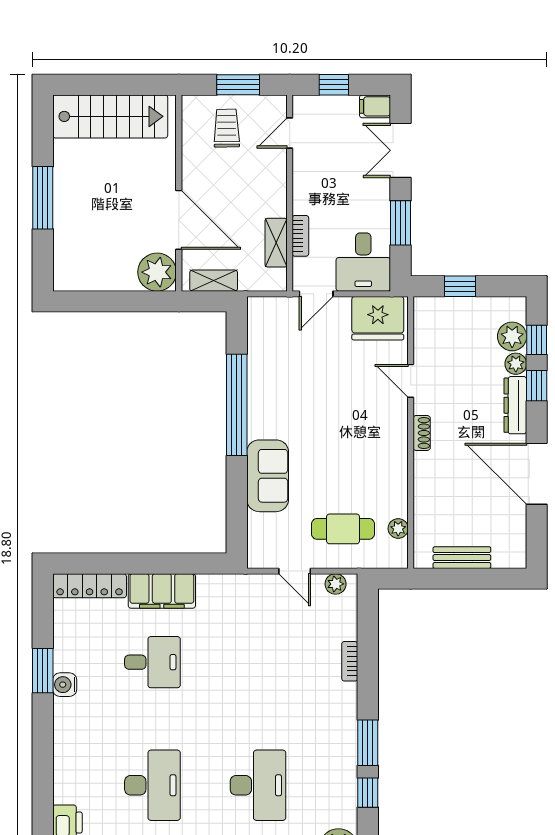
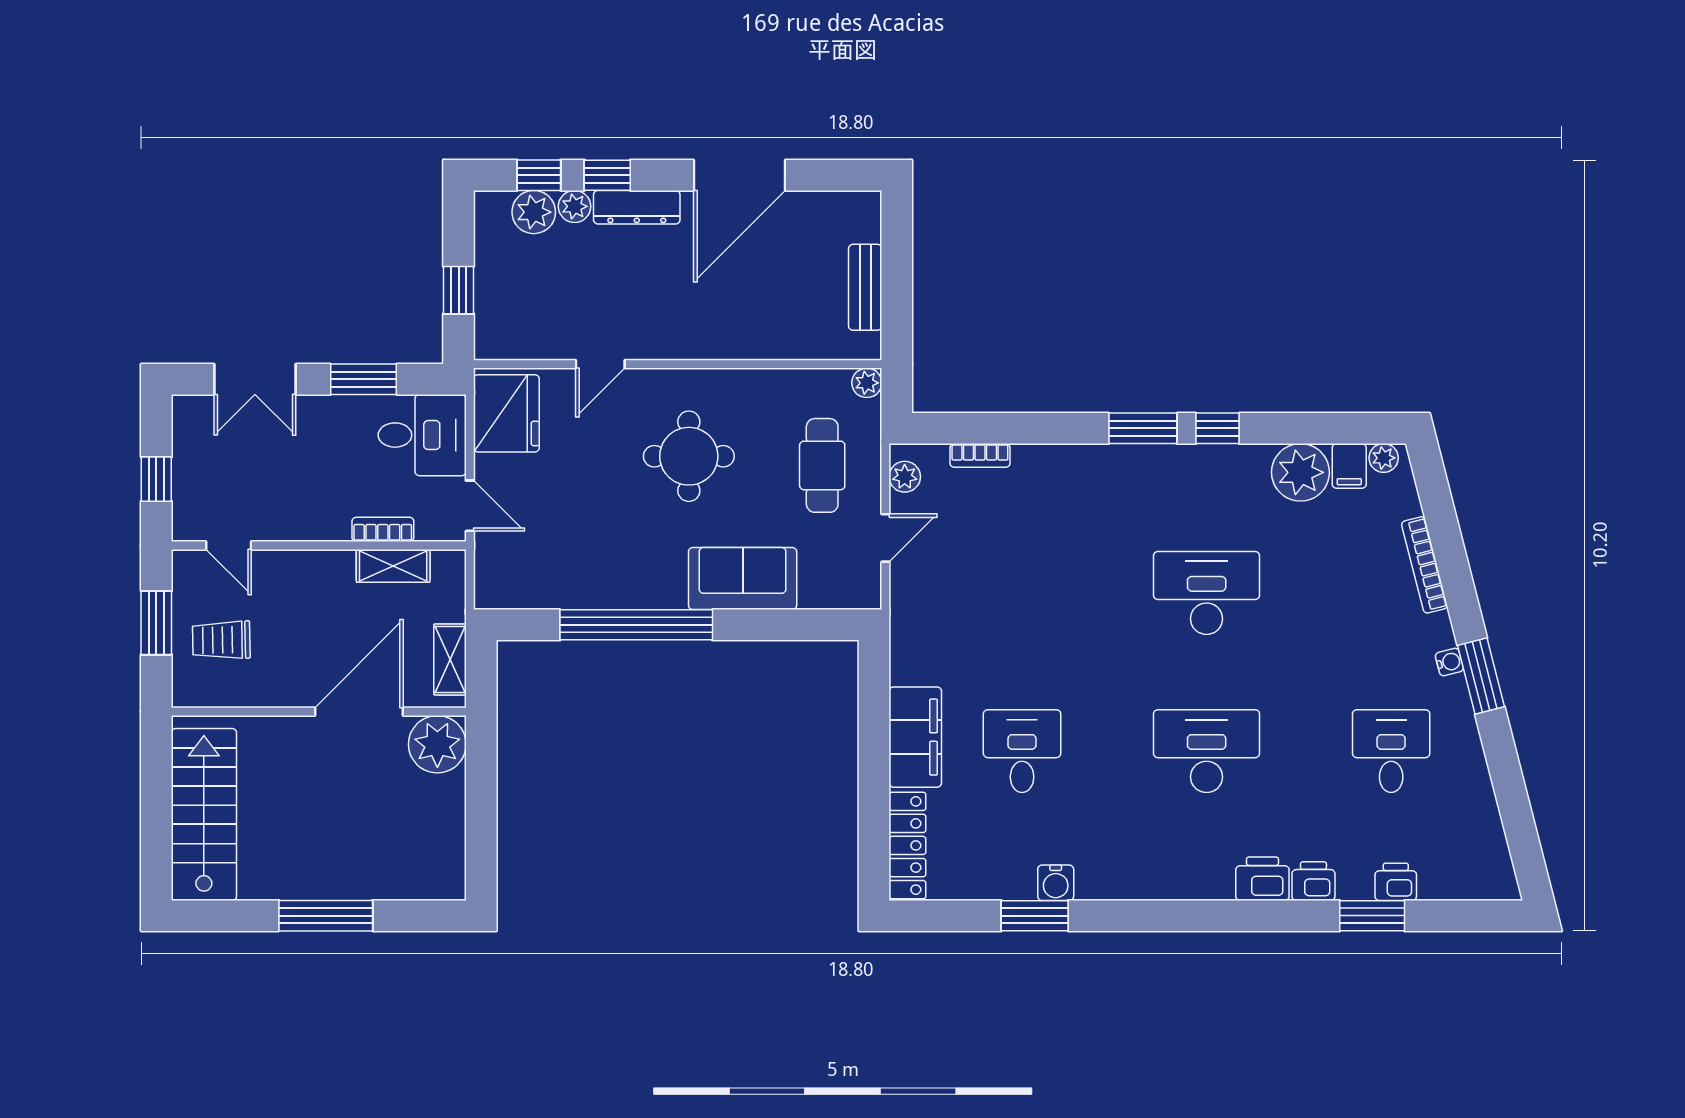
filing cabinet: (375, 106) -> (189, 417), removed
shoe rack: (422, 433) -> (678, 348), removed
round table: (349, 440) -> (689, 456), added
plant: (398, 528) -> (867, 383), moved
bookcase: (350, 661) -> (980, 455), moved

